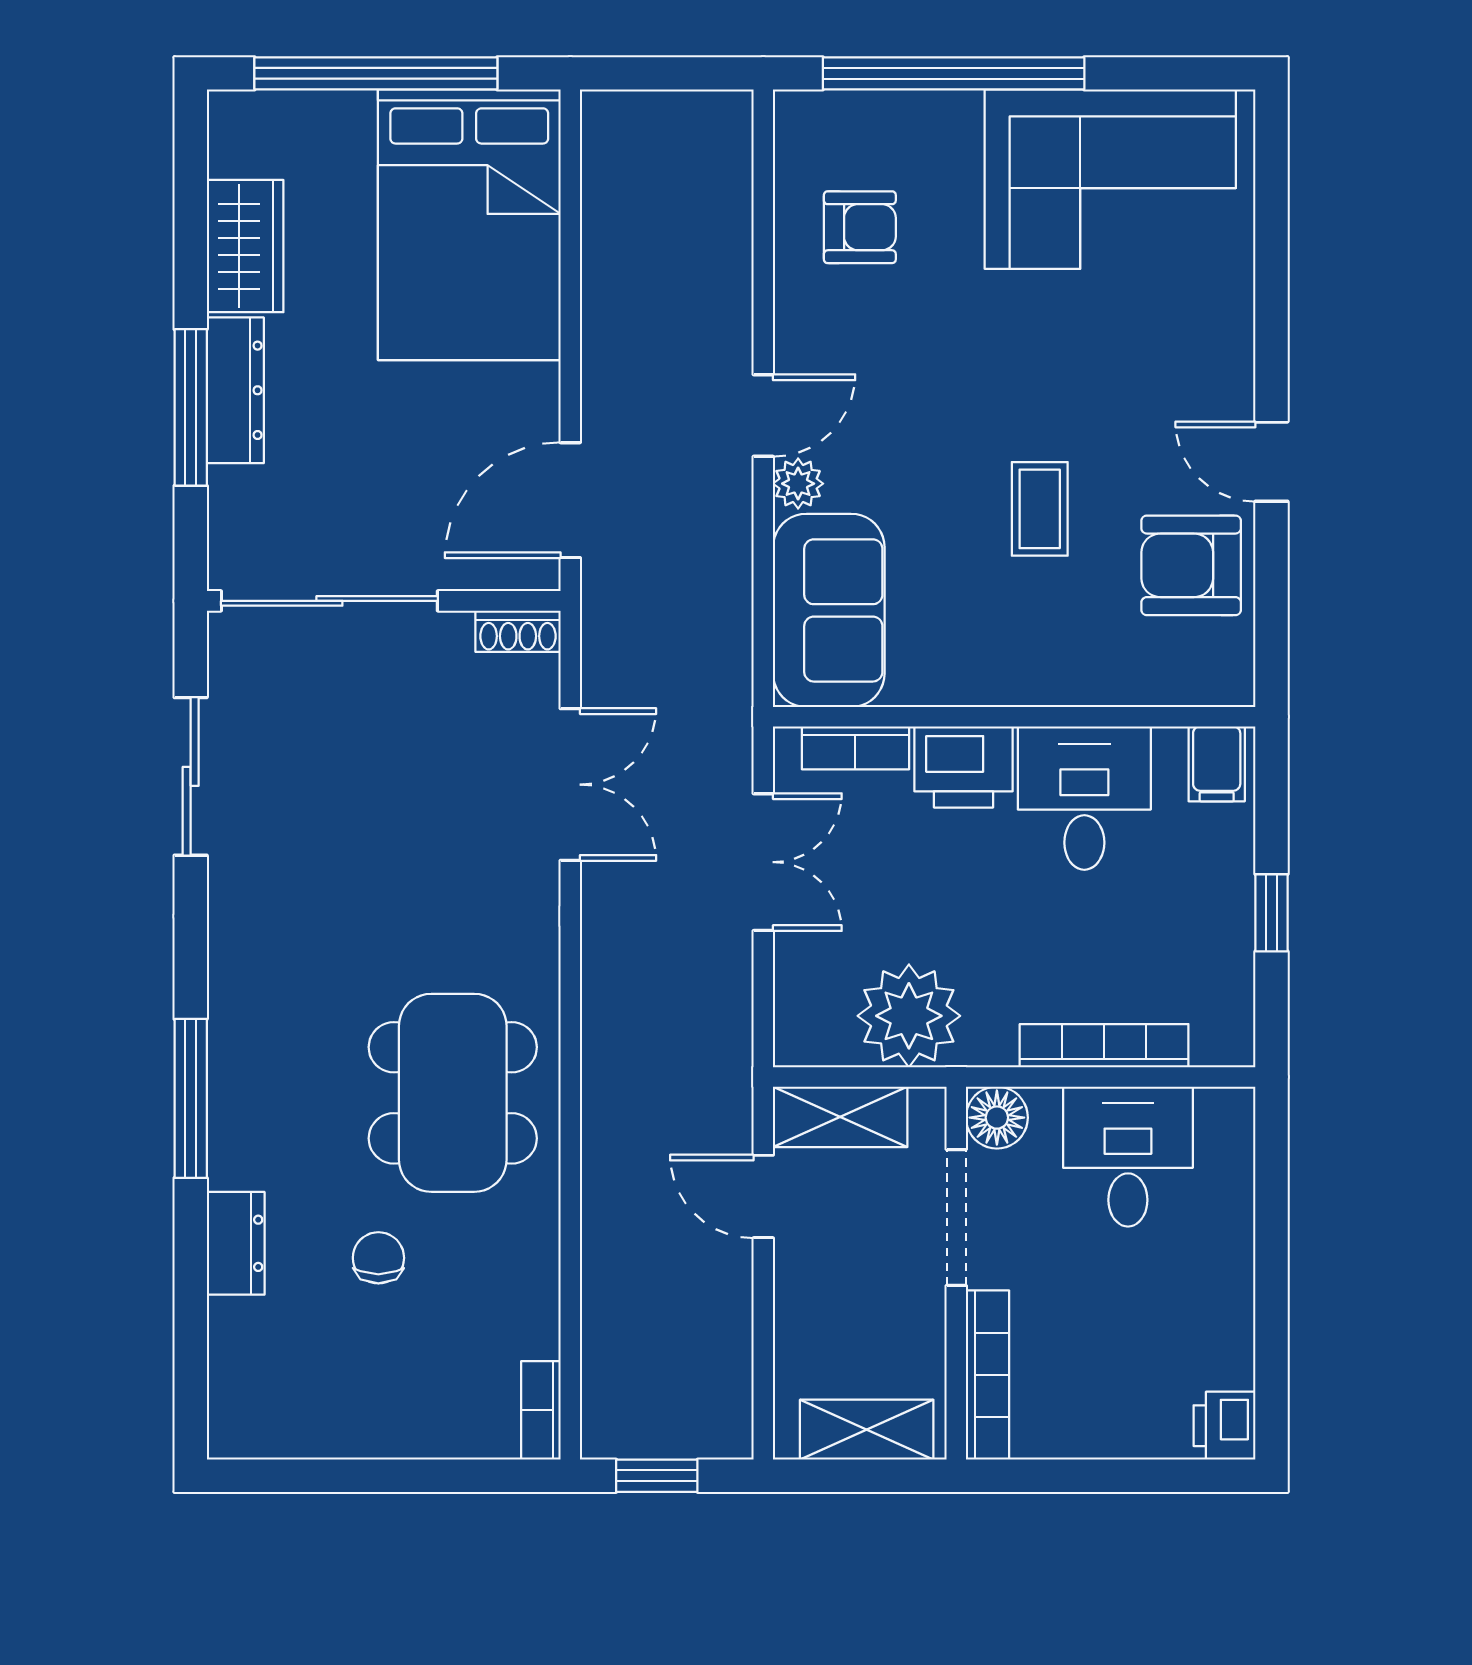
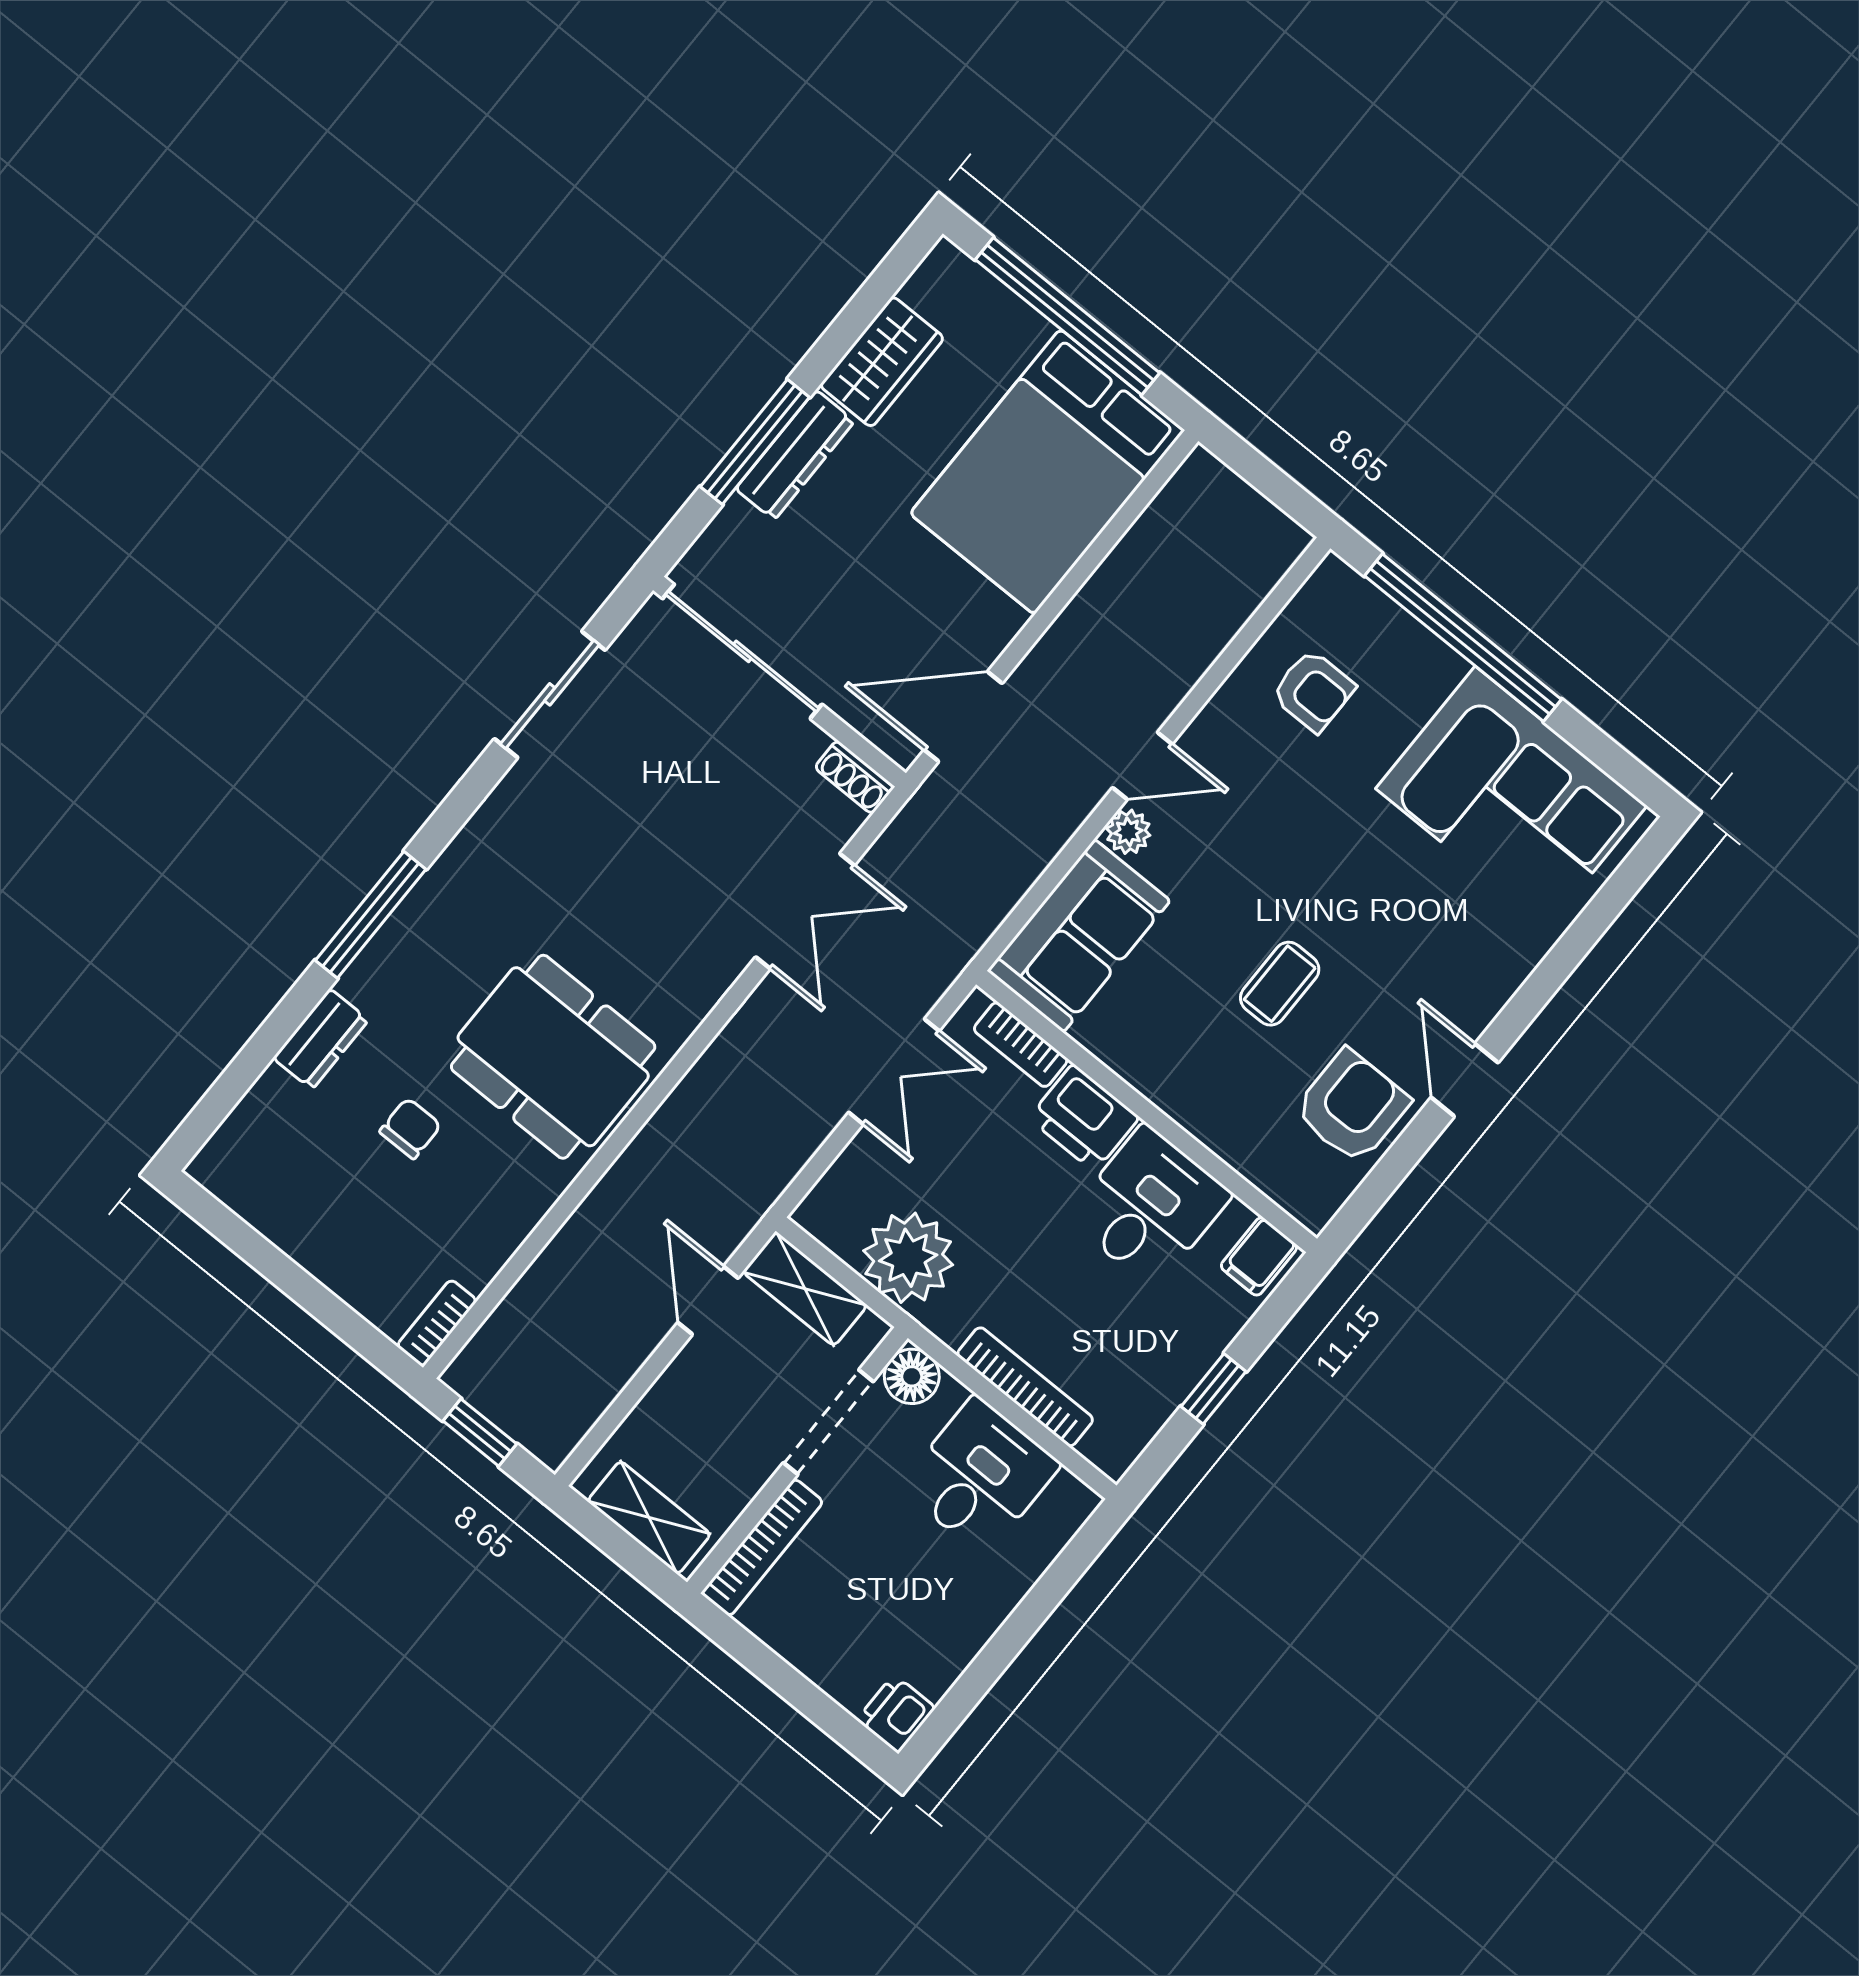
armchair: (1191, 565) -> (1352, 1106), turned 90
dining table: (453, 1093) -> (553, 1057), turned 90

